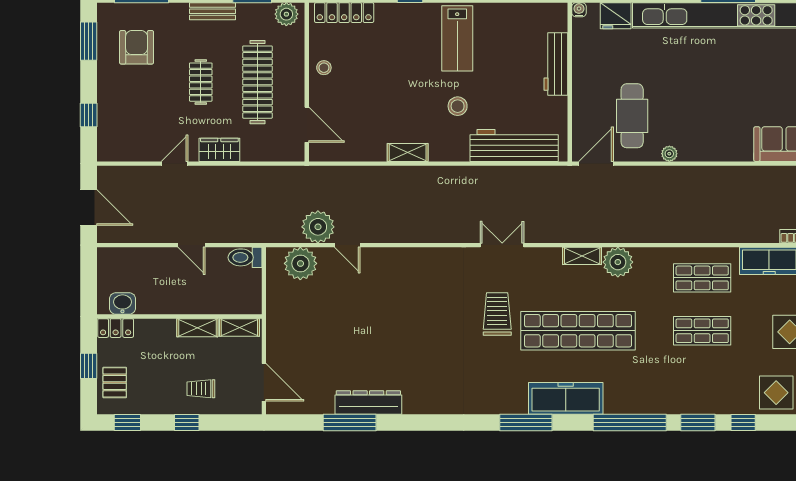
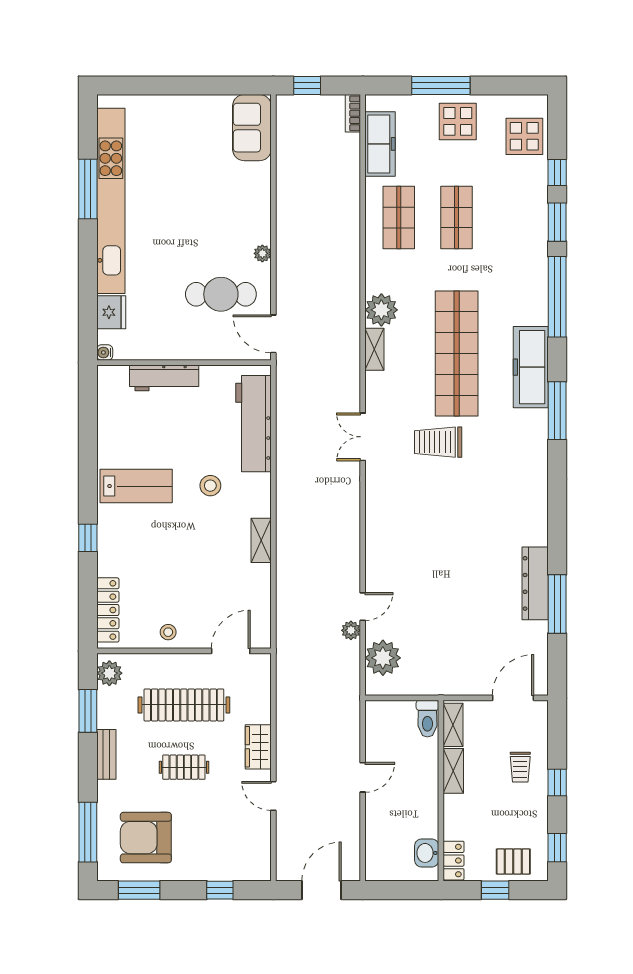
armchair: (137, 47) -> (146, 838), width x1.36, depth x1.36
plant: (318, 227) -> (351, 630), width x0.53, depth x0.53
toilet: (245, 257) -> (427, 719), moved

